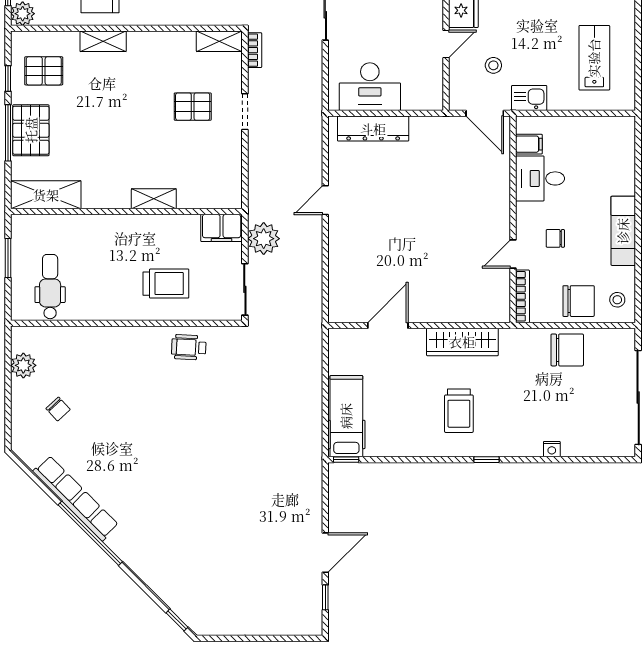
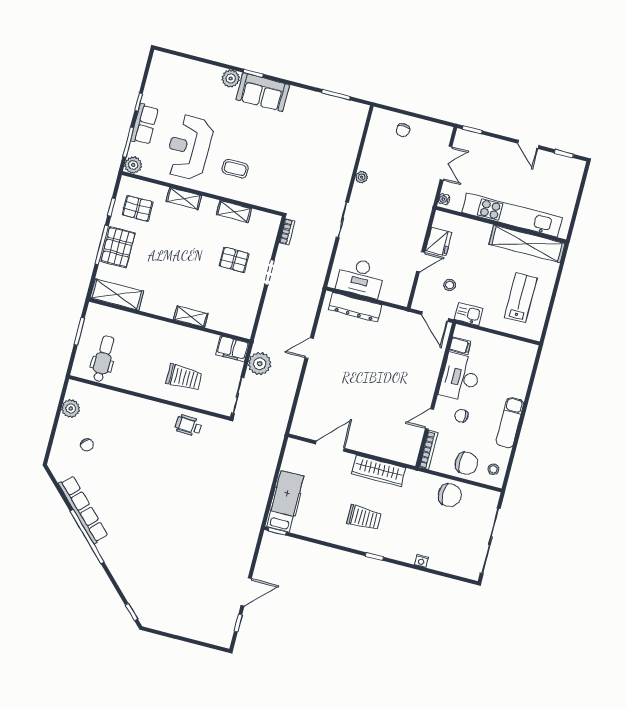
shelving: (219, 41) -> (234, 211), moved
desk: (540, 178) -> (460, 377), width x1.37
trolley: (459, 411) -> (364, 518), turned -90

